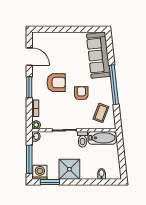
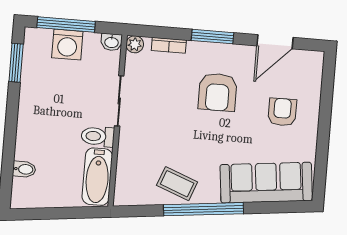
armchair: (81, 93) -> (282, 112), moved, turned -90
coffee table: (101, 113) -> (177, 184), moved
shower: (69, 169) -> (39, 105), removed
washing machine: (40, 172) -> (67, 45), moved, turned 90

